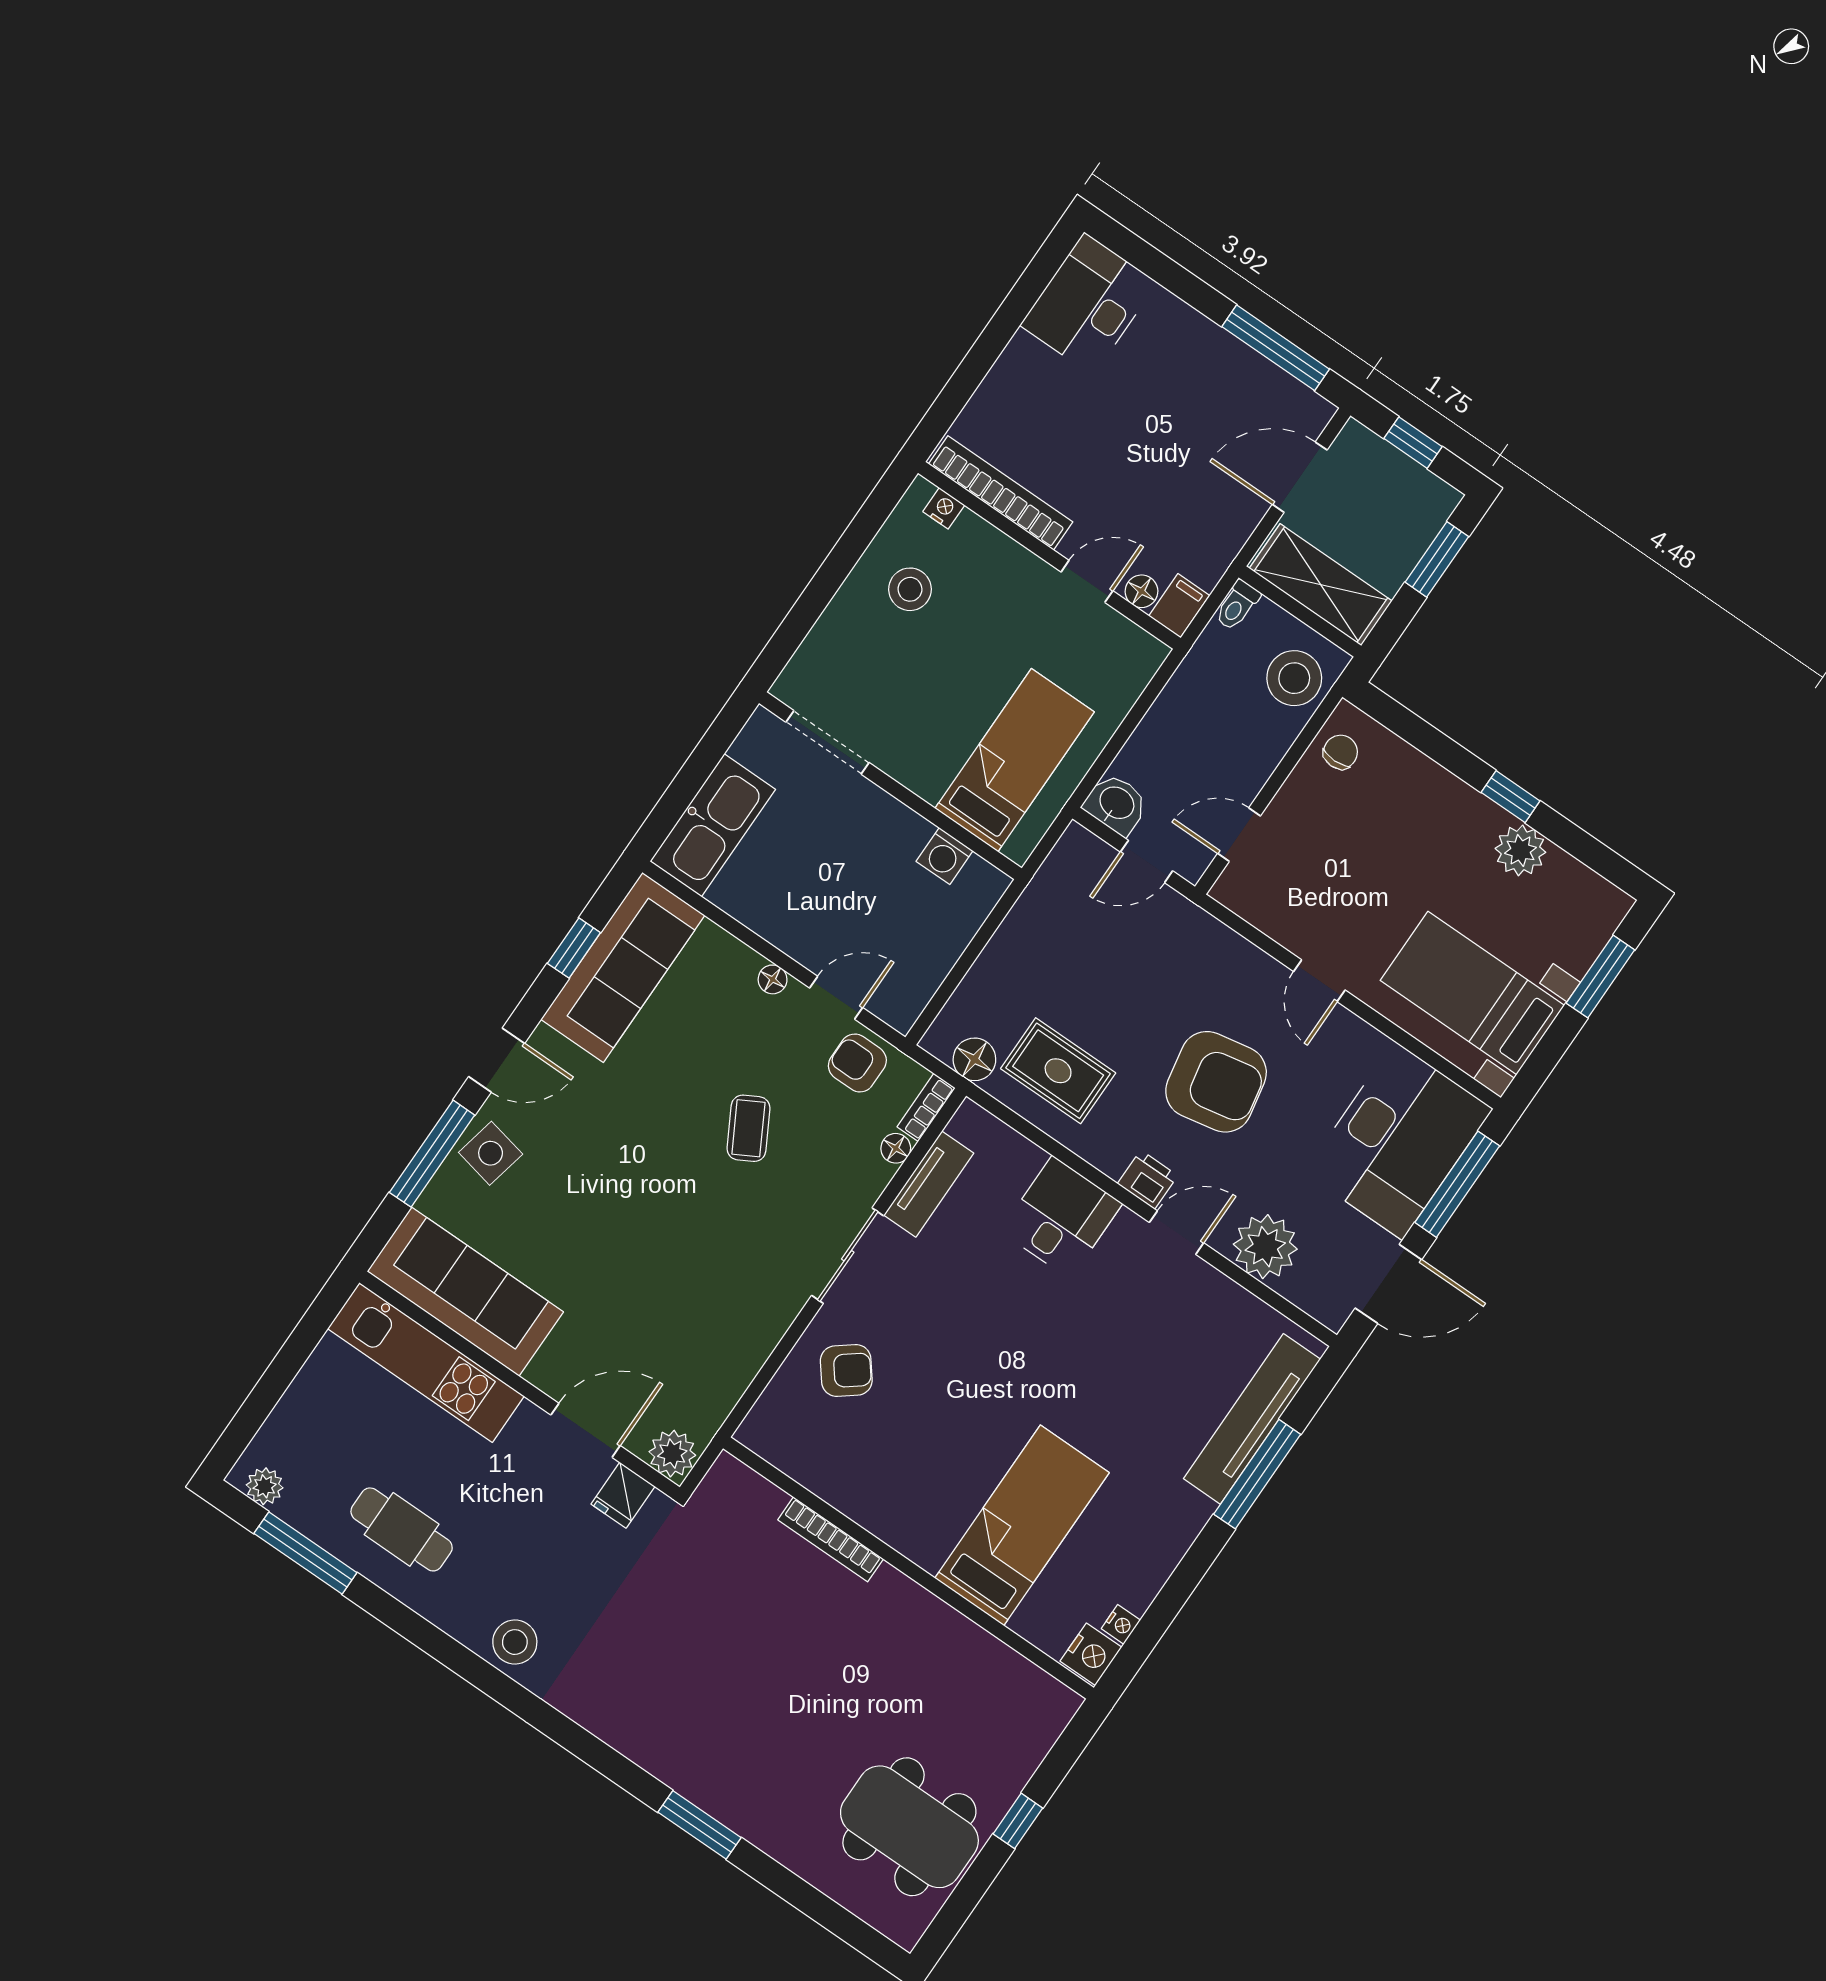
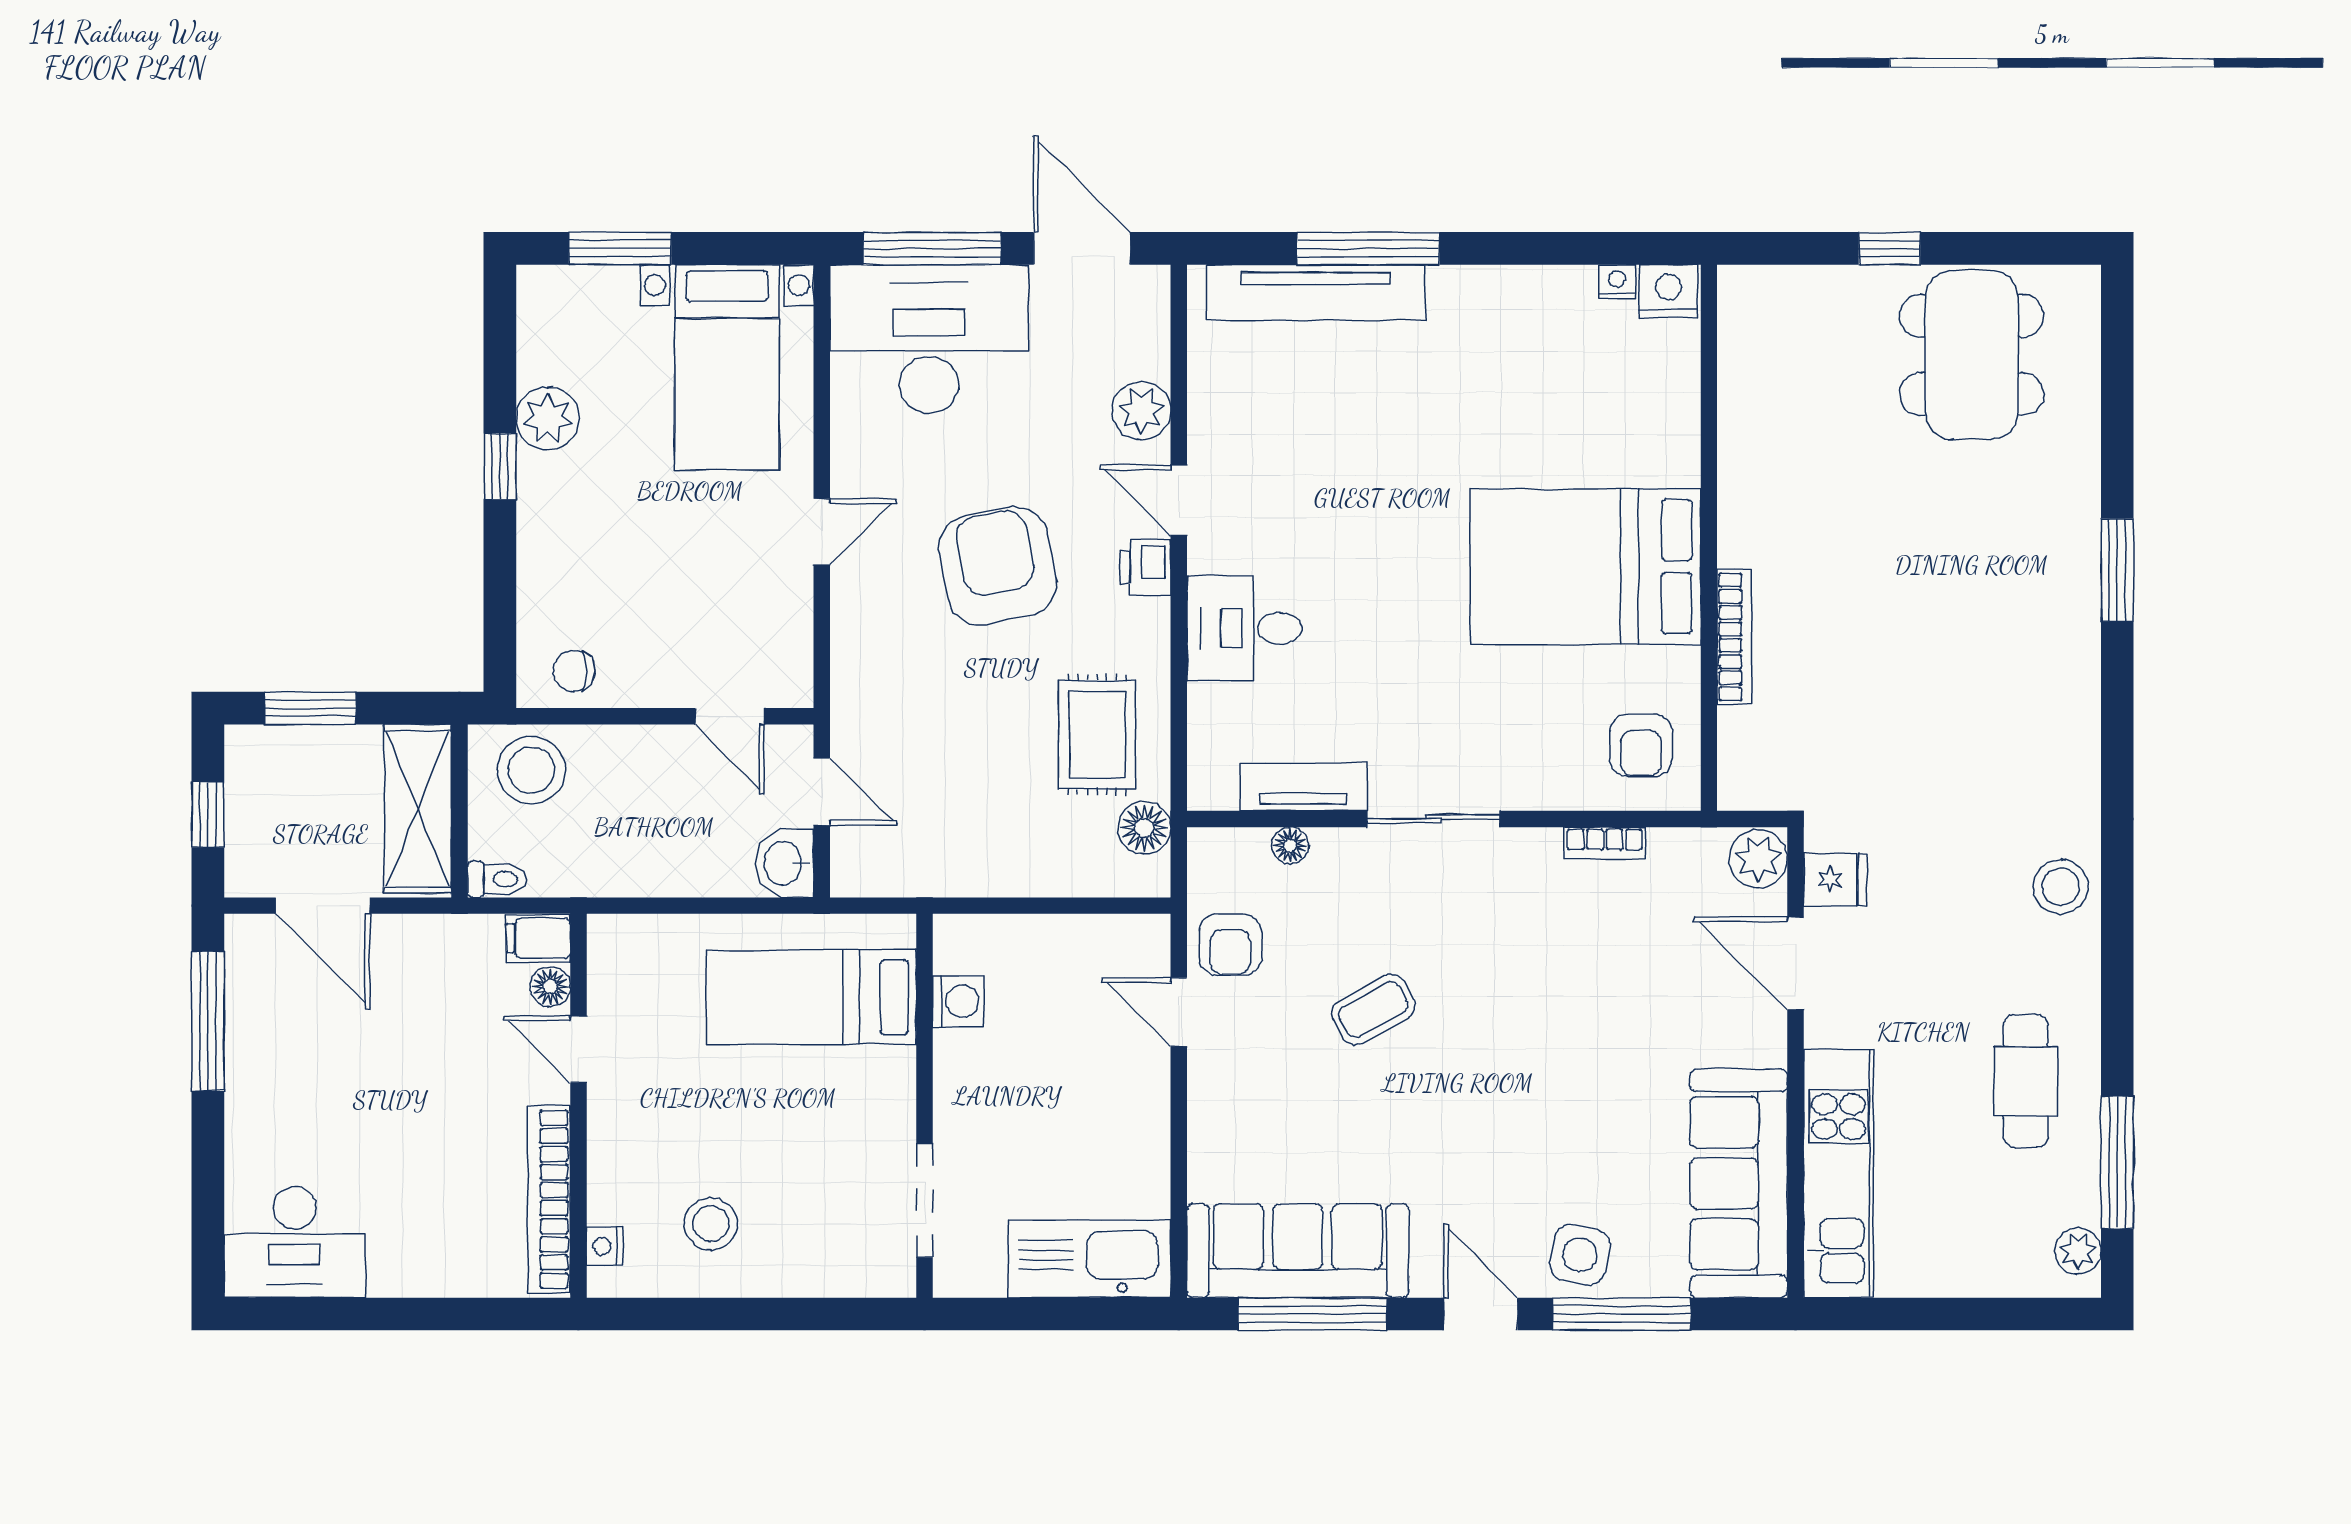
window: (574, 948) -> (1312, 1314), width x2.17
floor lamp: (773, 979) -> (1205, 1090), removed
bookcase: (926, 1107) -> (1605, 843), moved
plant: (1265, 1247) -> (1141, 411), width x0.73, depth x0.73
armchair: (846, 1370) -> (1641, 745), moved, turned -142
bed: (1022, 1525) -> (1586, 567), moved, width x1.50

